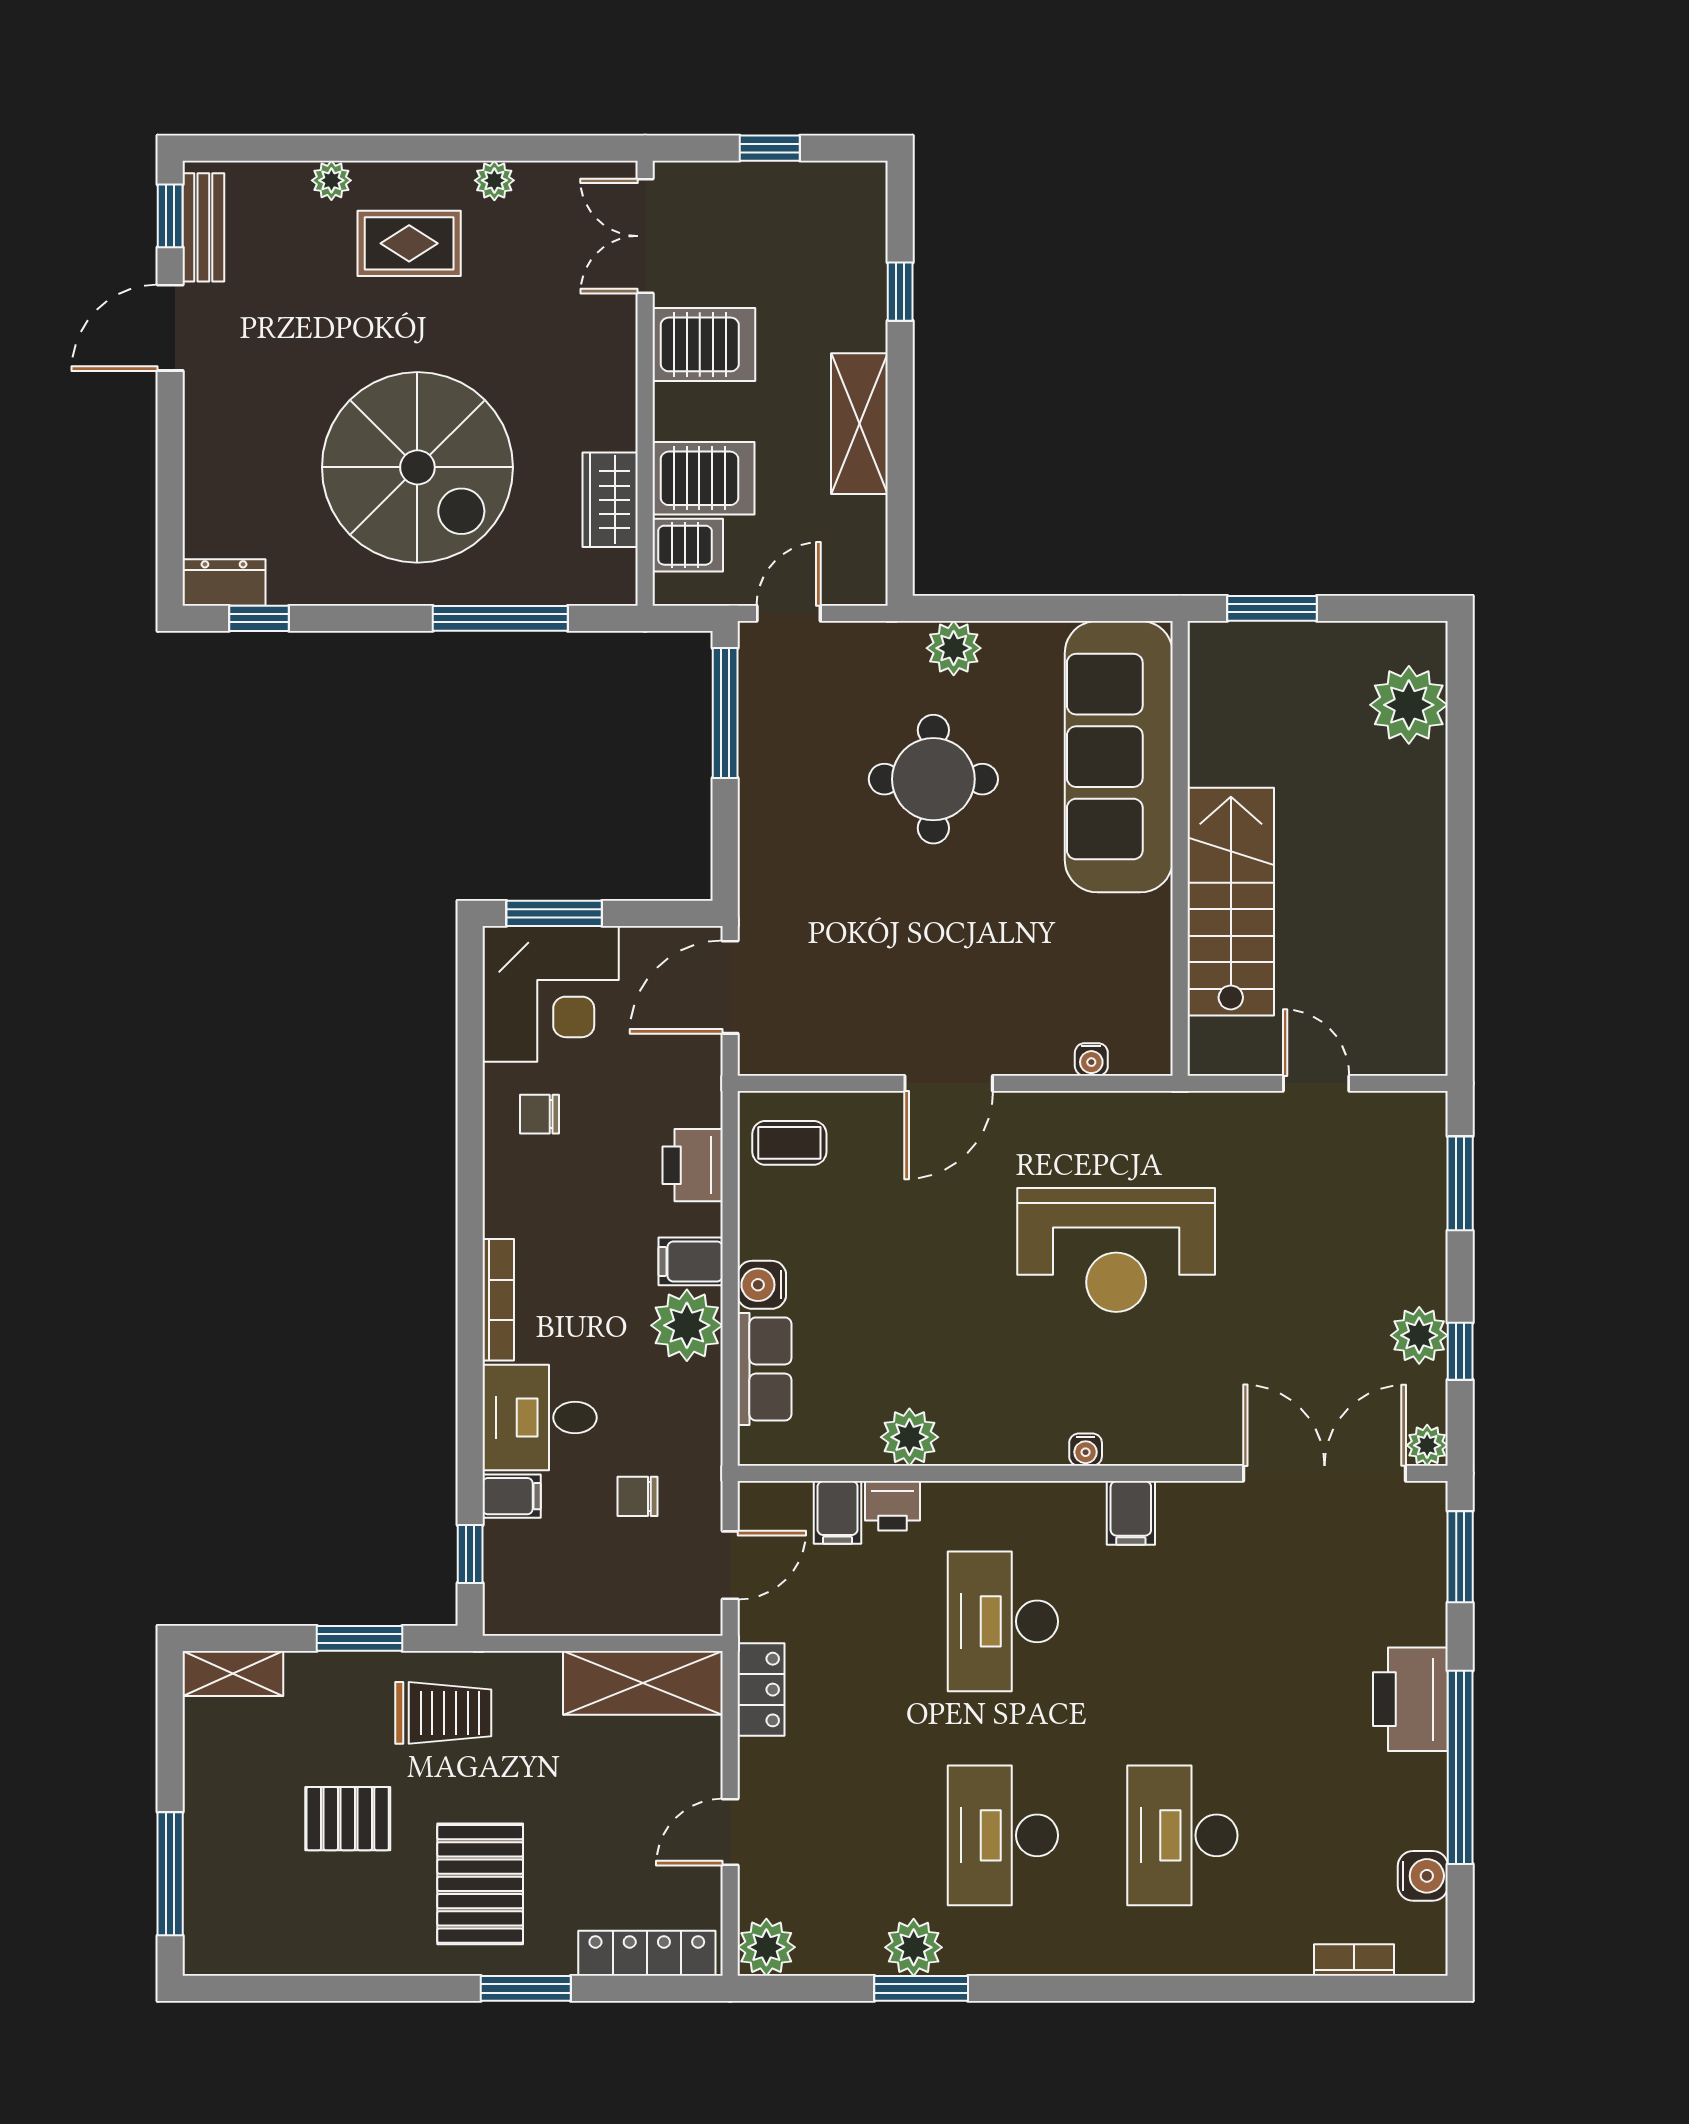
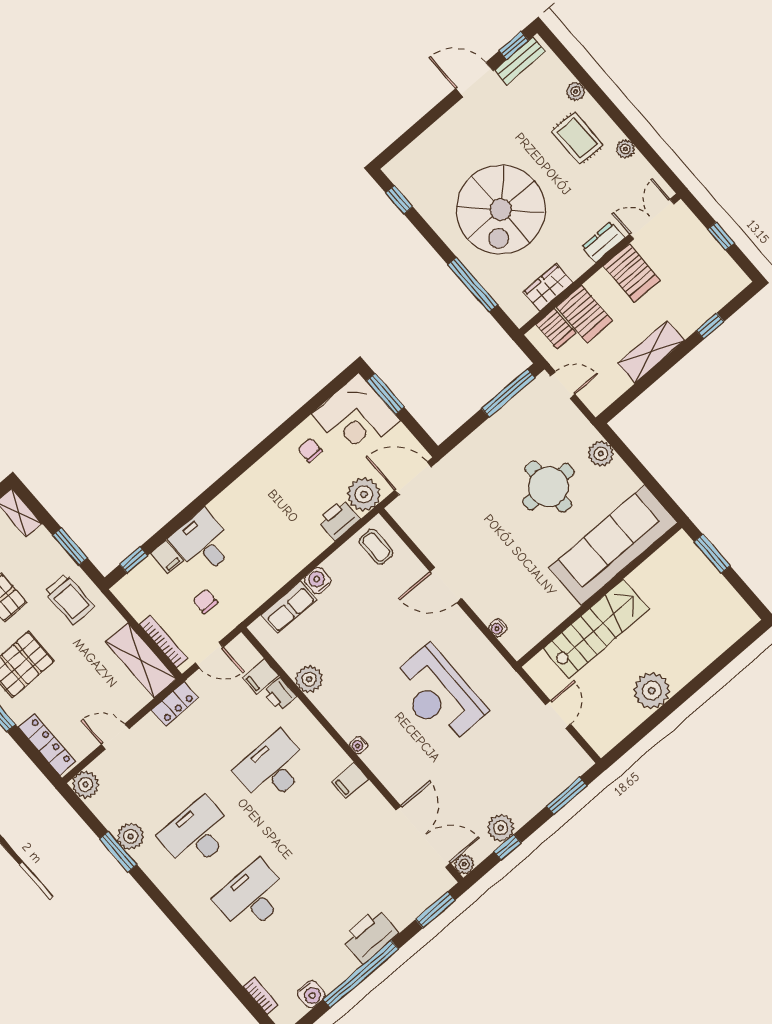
dresser: (224, 582) -> (603, 242), moved, turned -90
plant: (1409, 705) -> (652, 691), moved
filing cabinet: (691, 1261) -> (304, 548), removed
bookcase: (498, 1300) -> (163, 642), moved, turned -90
plant: (687, 1325) -> (364, 494), moved

